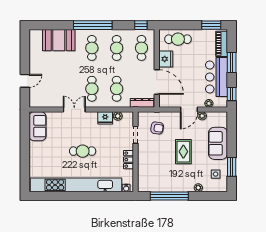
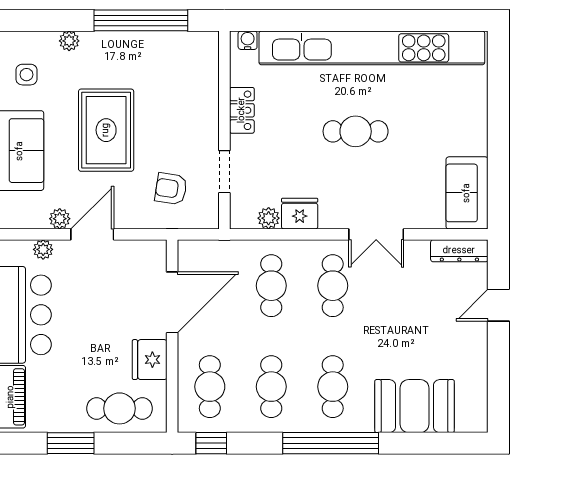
window: (211, 25) -> (71, 443), moved
door: (157, 82) -> (172, 302), swing flipped
dresser: (142, 103) -> (459, 251), moved
rug: (183, 152) -> (106, 130), width x1.36, depth x1.43

